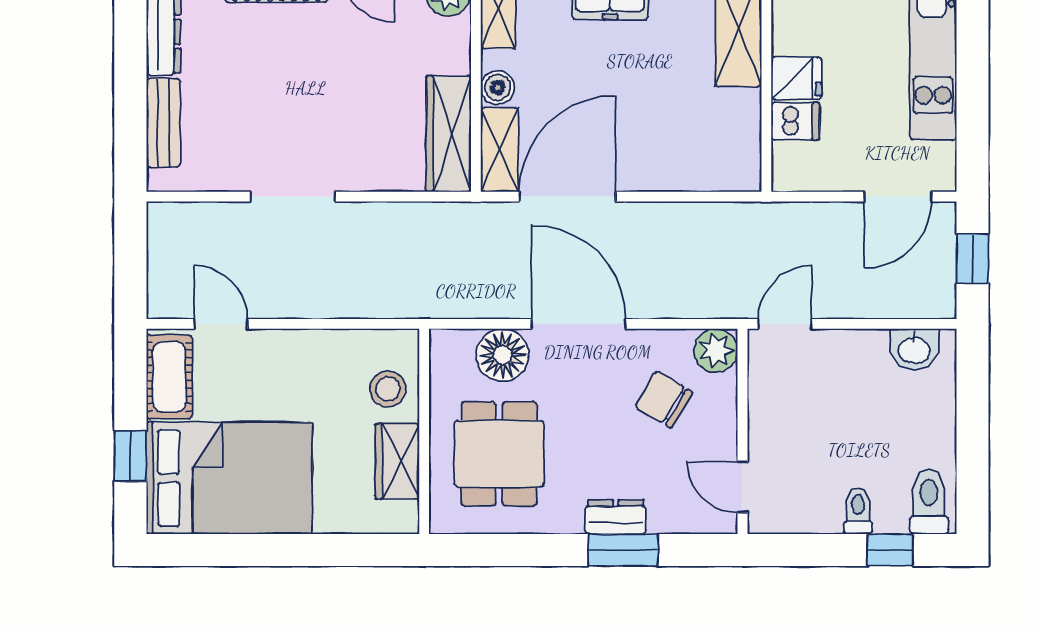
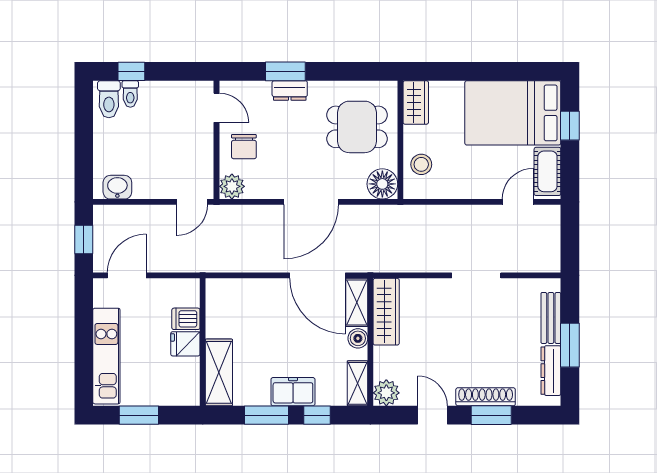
window: (130, 76) -> (570, 345), added
door: (567, 197) -> (318, 275), hinge flipped
door: (221, 324) -> (518, 202), swing flipped
door: (579, 324) -> (311, 202), hinge flipped
floor lamp: (503, 355) -> (382, 184), moved
chair: (664, 399) -> (244, 147), moved, turned 59
dining table: (499, 454) -> (357, 127), turned 90
wardrobe: (397, 461) -> (416, 102), moved
toilet: (858, 511) -> (130, 94), moved

